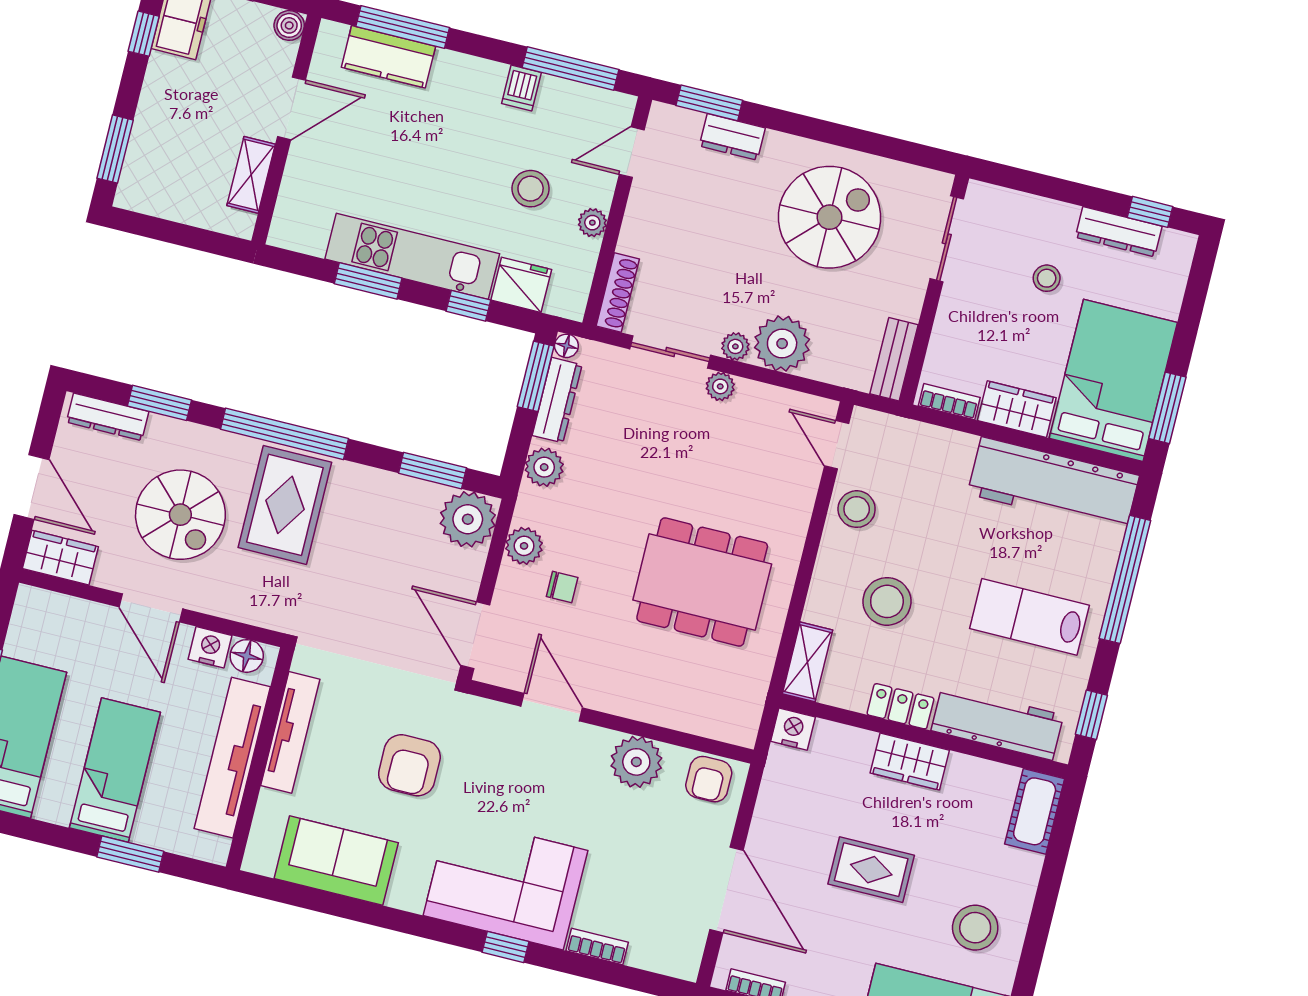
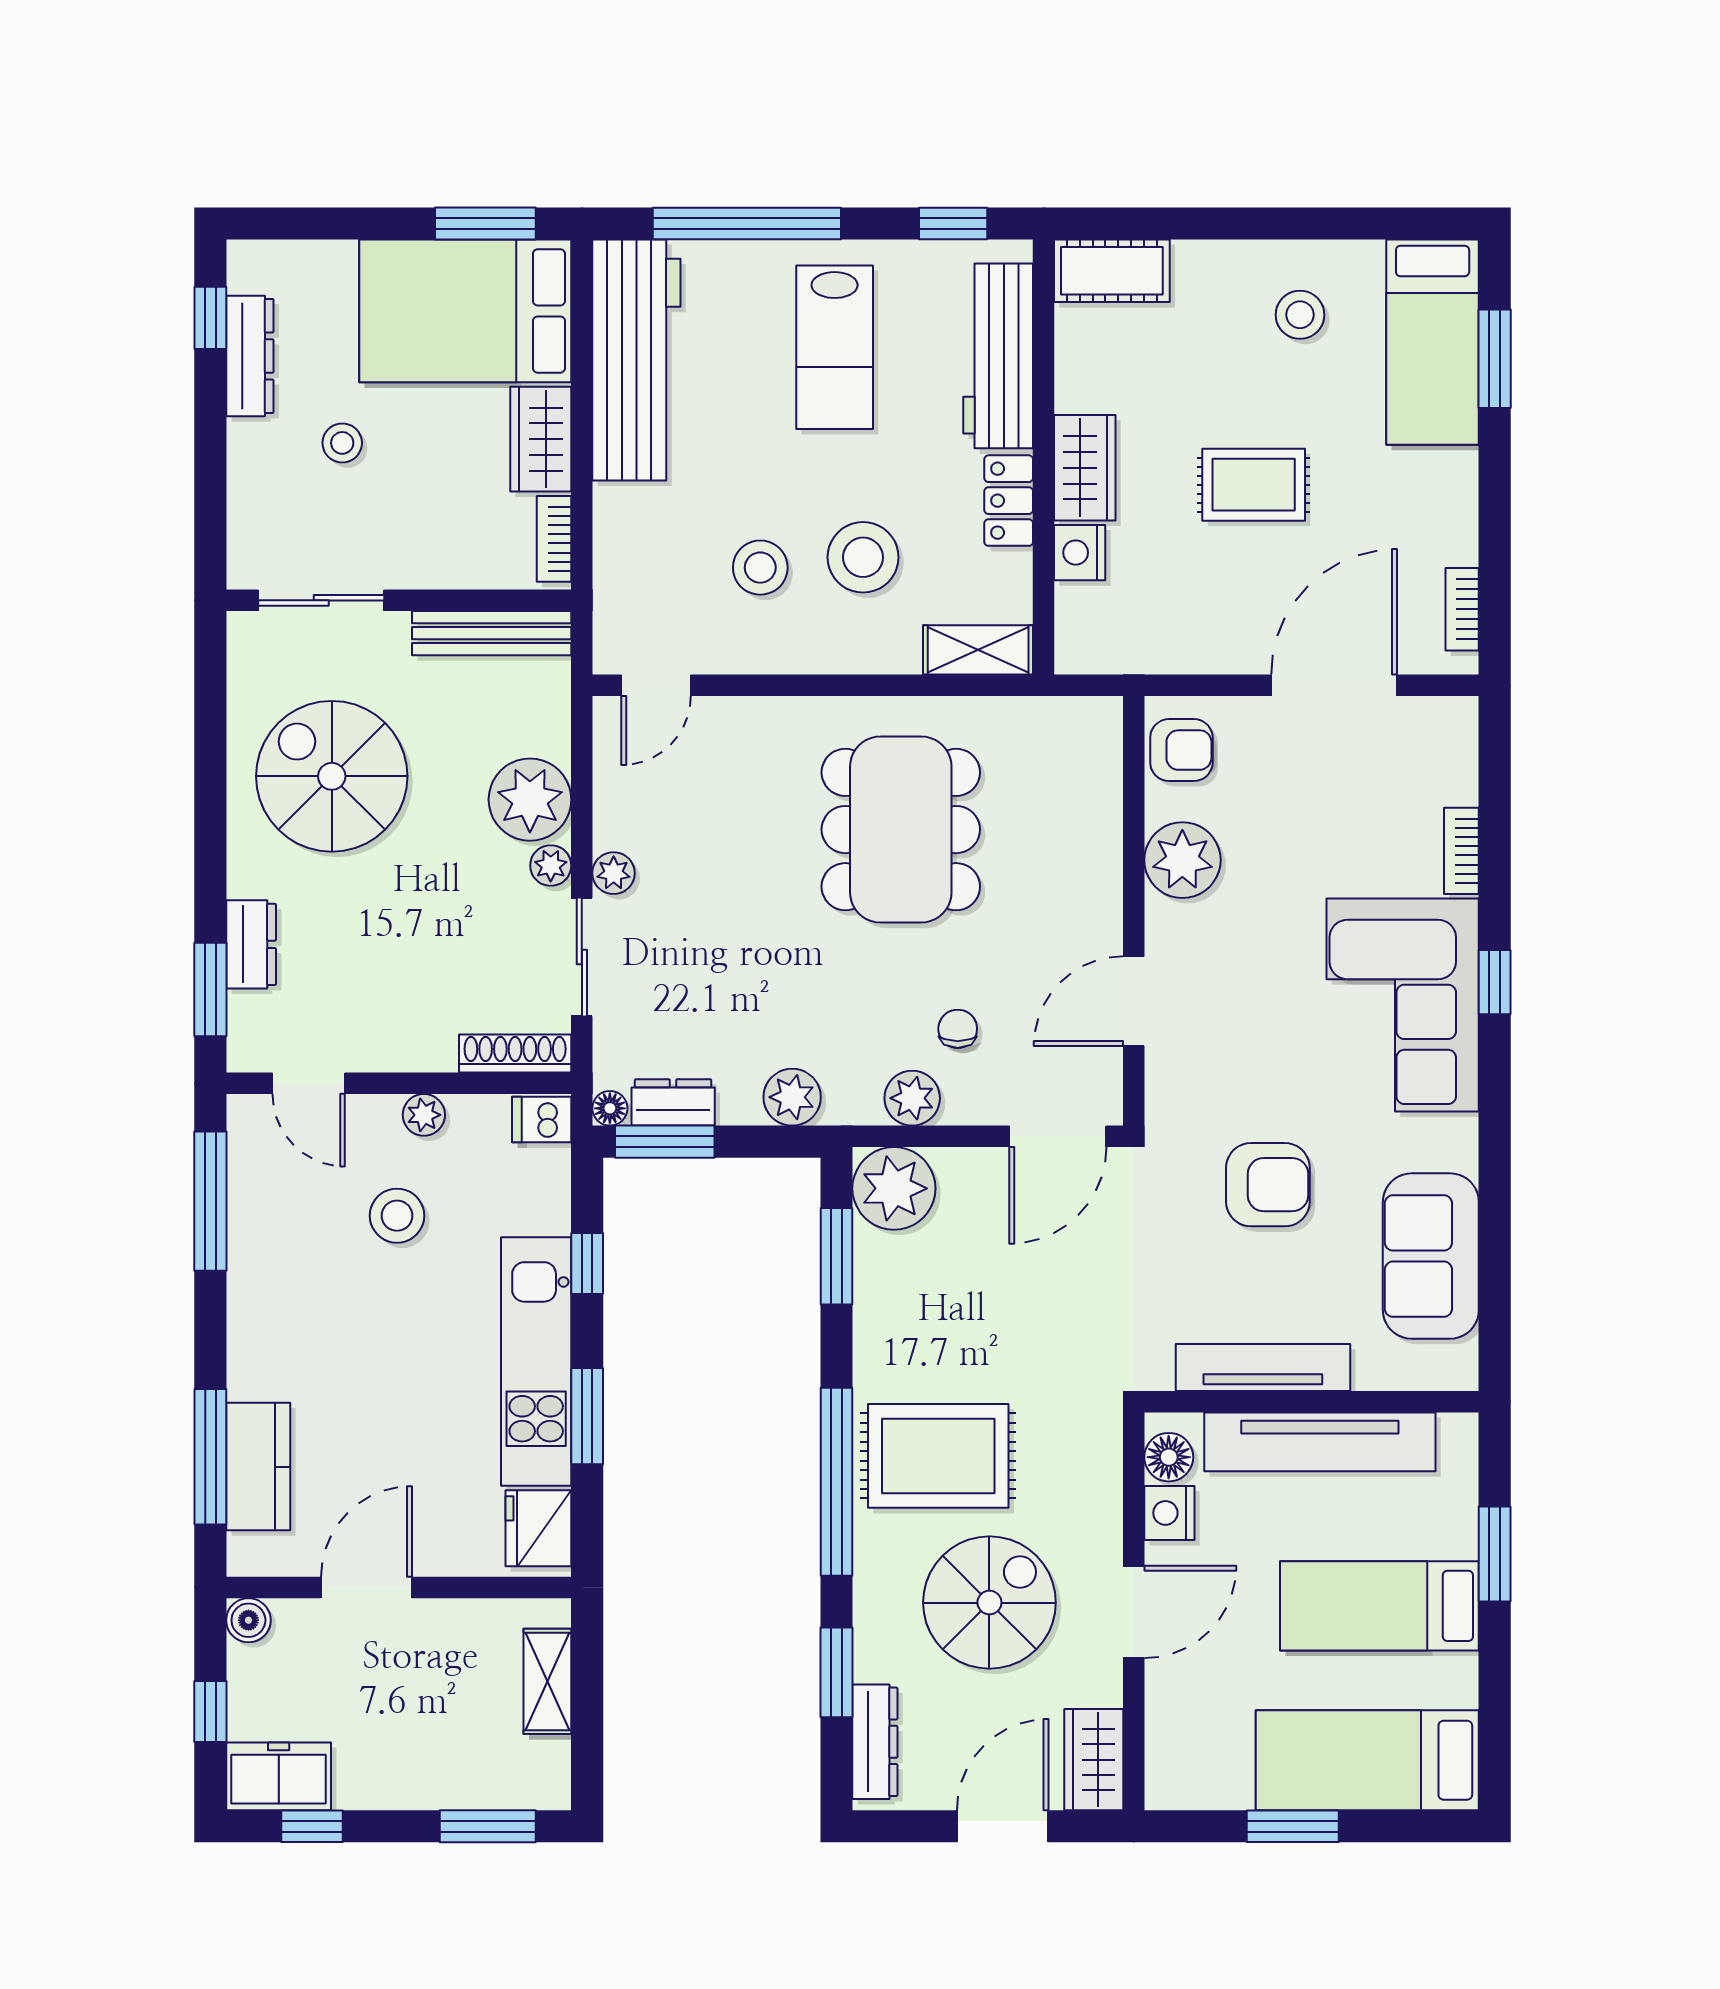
dishwasher: (521, 88) -> (542, 1120), moved, turned 180
door: (292, 108) -> (367, 1587), hinge flipped
shelving: (251, 175) -> (547, 1681), moved, turned 90
fridge: (521, 285) -> (538, 1528), moved
bench: (894, 359) -> (492, 633), width x1.36
dresser: (557, 400) -> (673, 1102), width x0.70
stool: (857, 509) -> (760, 568), moved
nightstand: (793, 729) -> (1080, 553), moved
rug: (871, 870) -> (1254, 485), turned 90
stool: (975, 928) -> (1300, 315), width x0.73, depth x0.73

